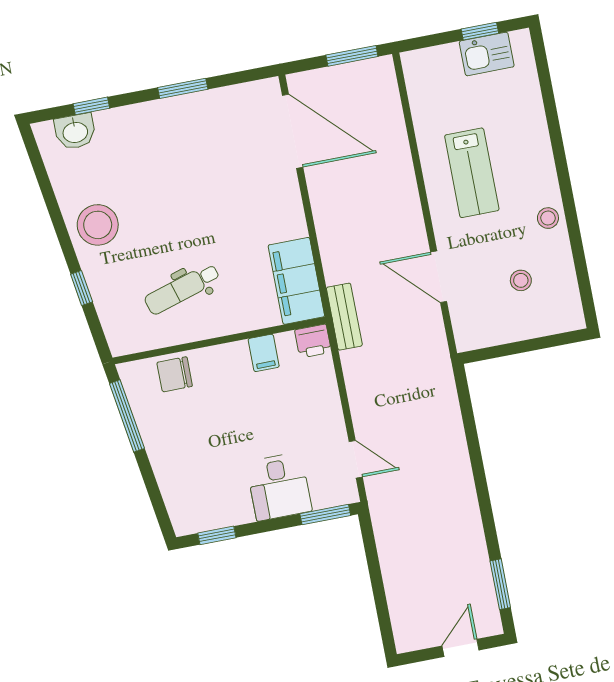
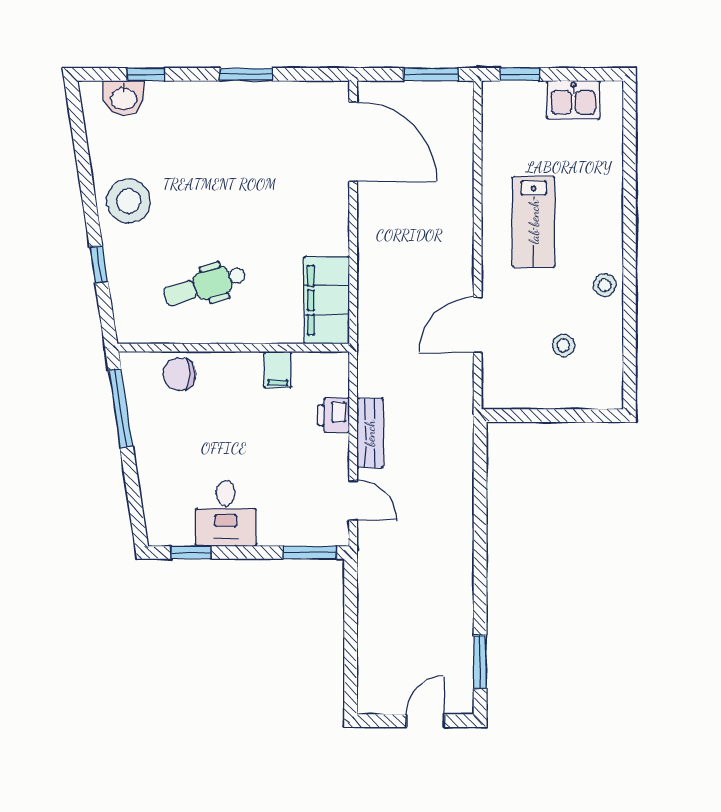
window: (480, 31) -> (520, 74), moved
door: (439, 277) -> (478, 325), hinge flipped
bench: (344, 317) -> (370, 433), moved
printer: (313, 341) -> (334, 415), moved, turned 90
desk: (279, 487) -> (226, 514), moved

